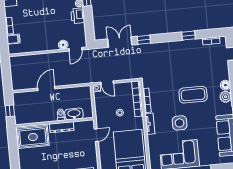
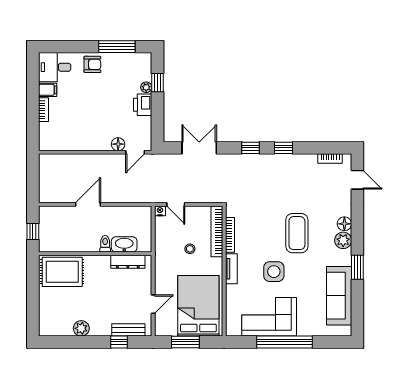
window: (189, 36) -> (283, 148), moved
filing cabinet: (13, 39) -> (48, 90), moved
window: (144, 40) -> (251, 148), moved
coffee table: (193, 95) -> (297, 233), turned 90
dresser: (62, 127) -> (128, 262), moved
door: (96, 135) -> (153, 304), moved

